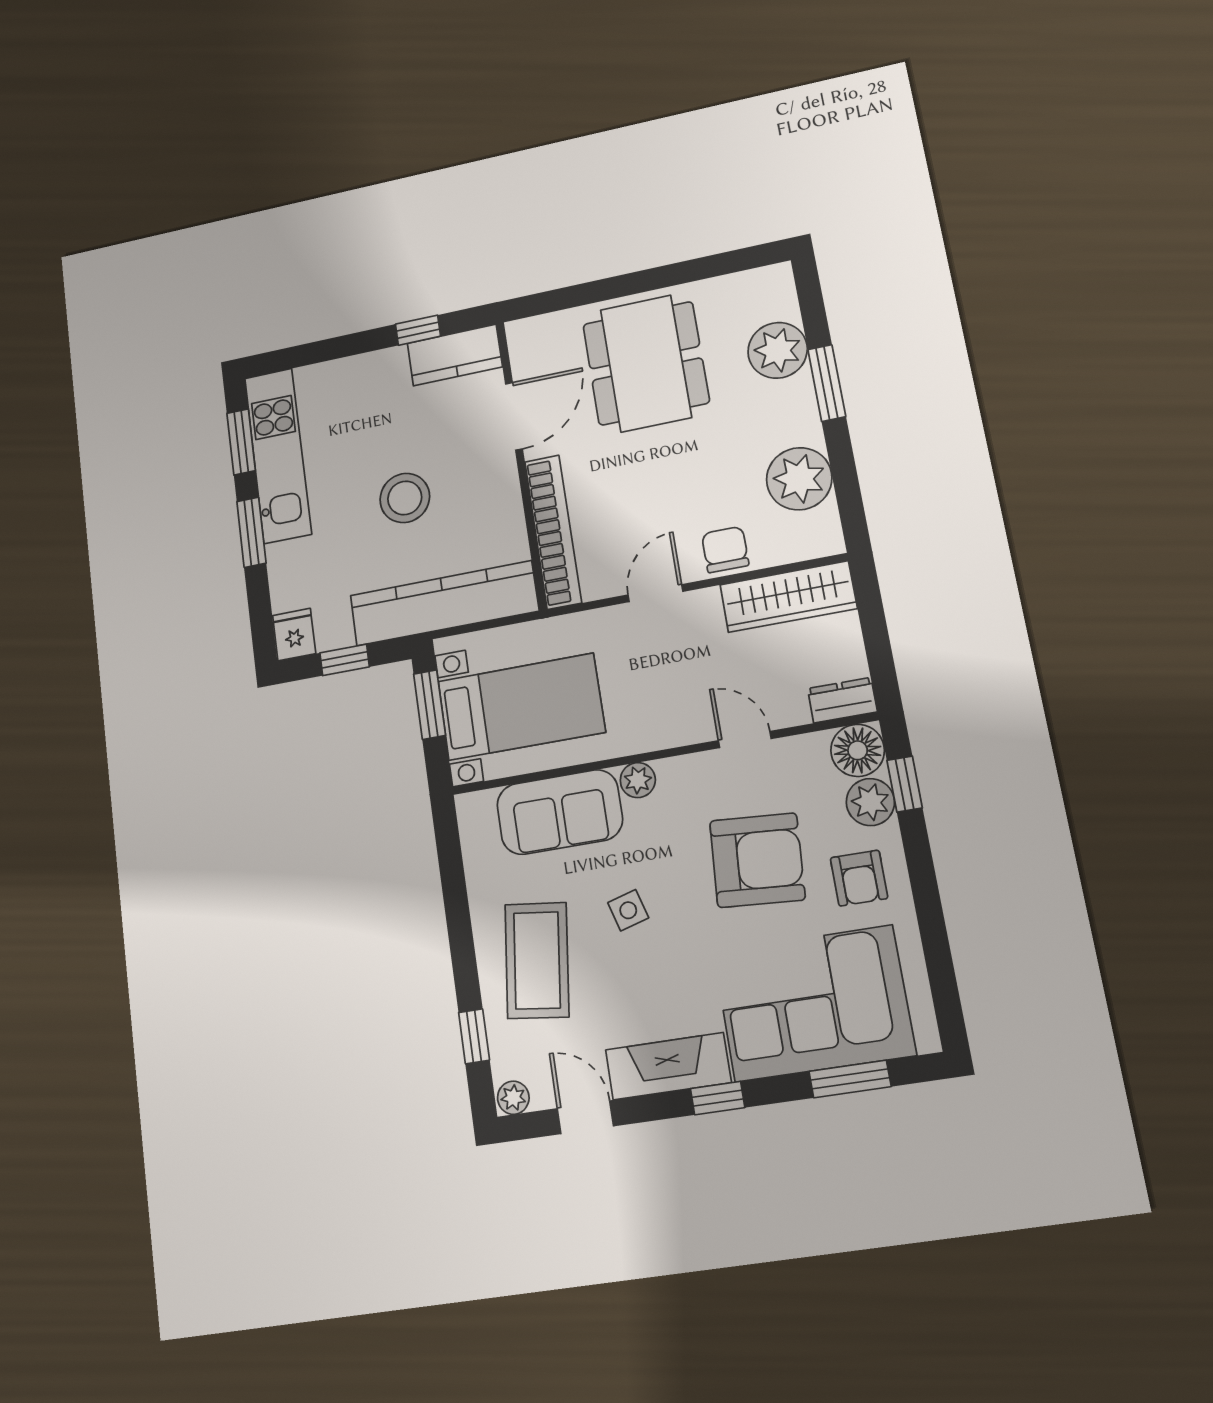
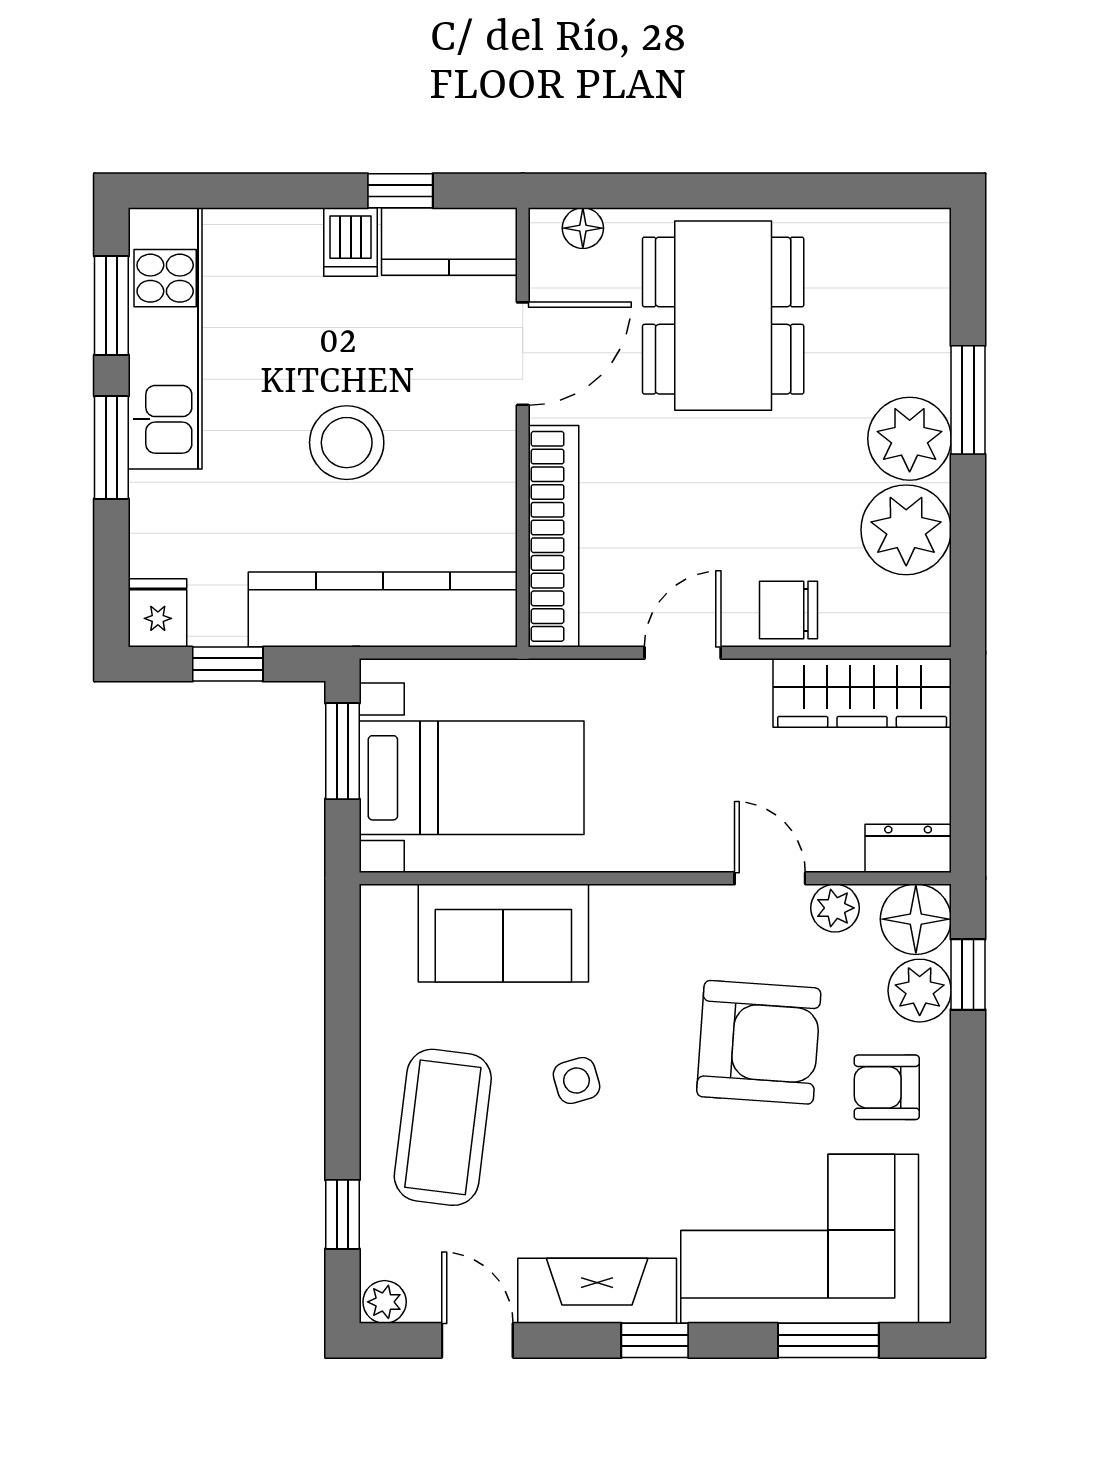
floor lamp: (542, 328) -> (583, 228), added
plant: (778, 350) -> (910, 439), moved
dishwasher: (390, 369) -> (351, 242), added
chair: (725, 550) -> (788, 610), turned -90
plant: (638, 780) -> (835, 908), moved
armchair: (859, 878) -> (887, 1087), turned 90

